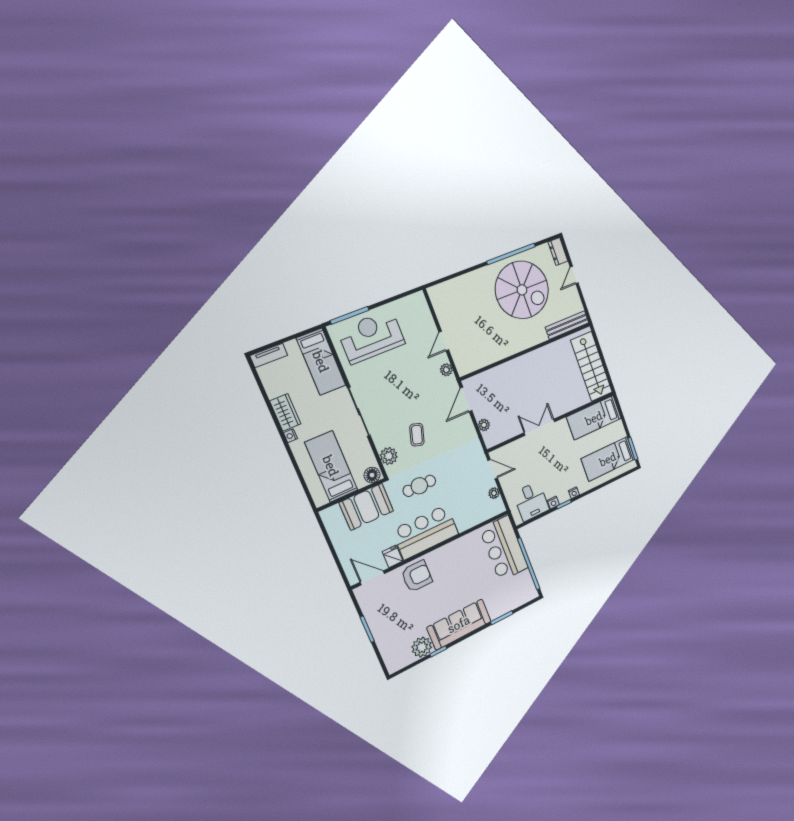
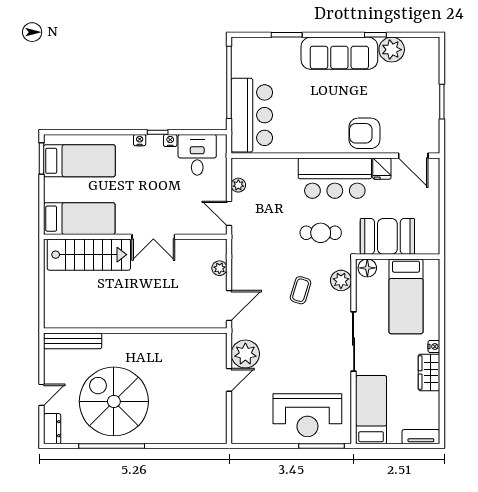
stairs: (592, 366) -> (89, 255), moved, turned 90
plant: (446, 370) -> (245, 354), width x1.88, depth x1.88

